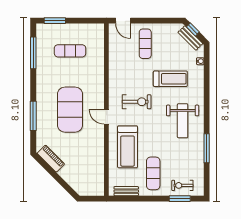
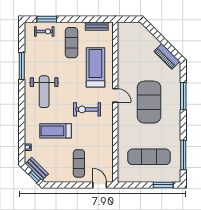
exercise mat: (70, 51) -> (149, 157), width x1.36, depth x1.45
weight bench: (183, 121) -> (44, 92), turned 180

